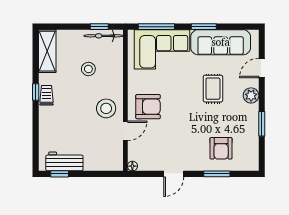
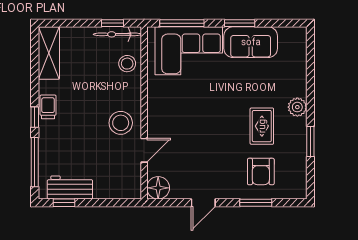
sofa: (221, 42) -> (251, 42), width x0.73
door: (262, 68) -> (310, 74), removed
stool: (88, 69) -> (127, 64), moved
rug: (213, 89) -> (262, 126), moved
window: (36, 92) -> (35, 117), moved
armchair: (148, 107) -> (172, 121), removed
window: (36, 141) -> (35, 162), added
floor lamp: (132, 166) -> (158, 188), width x1.89, depth x1.89

